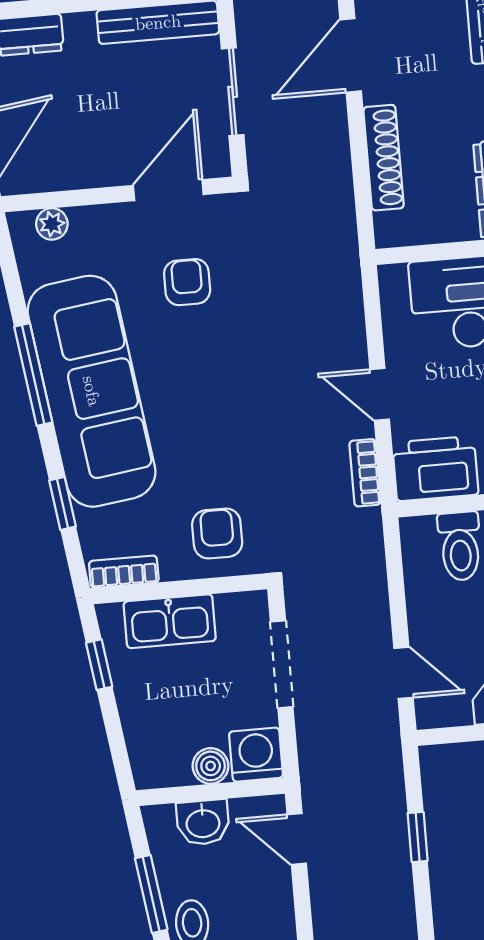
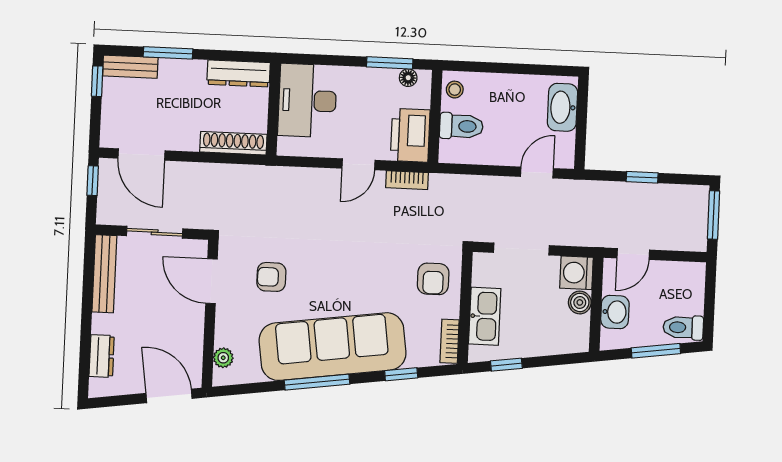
shoe rack: (384, 158) -> (233, 143), moved
armchair: (217, 534) -> (433, 279), turned -90

